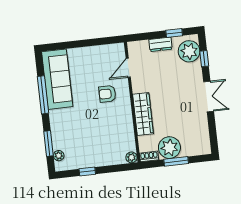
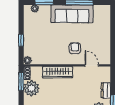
sofa: (57, 79) -> (72, 14), moved
window: (176, 161) -> (21, 81), moved
window: (87, 172) -> (21, 40), moved

